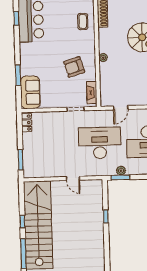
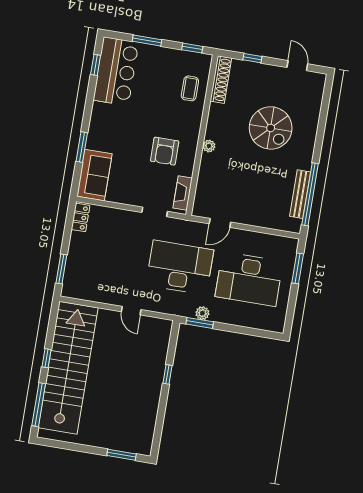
armchair: (74, 67) -> (165, 151), turned -73

